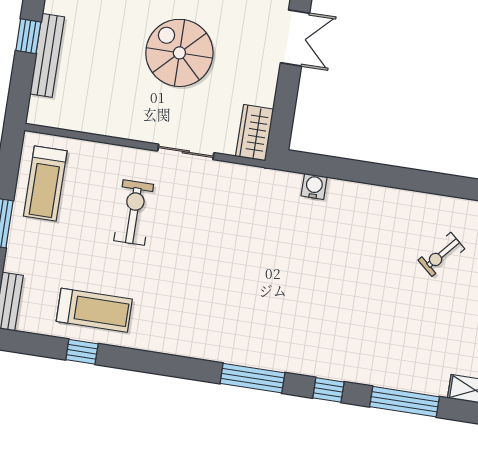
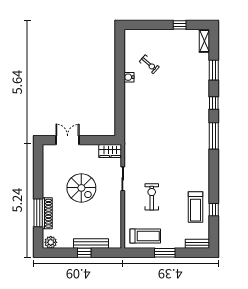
spiral stairs: (179, 53) -> (81, 188), turned -90
water cooler: (314, 186) -> (129, 77), moved
exercise bike: (134, 213) -> (152, 197), turned 90
treadmill: (94, 310) -> (196, 207), turned 180
window: (405, 402) -> (214, 70), width x0.69

